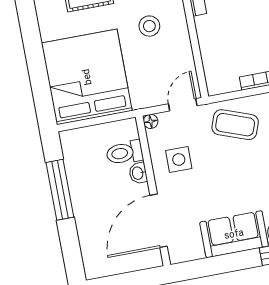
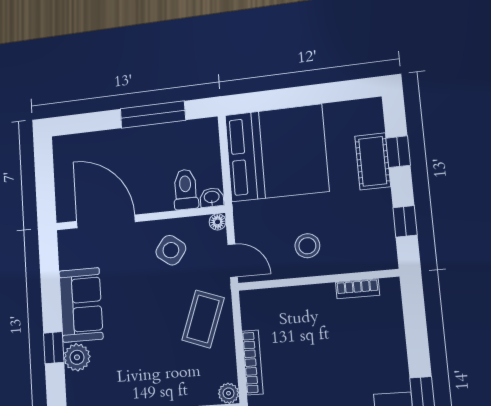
stool: (149, 26) -> (307, 246), moved
side table: (179, 159) -> (171, 250), turned 37
washbasin: (138, 173) -> (212, 197), moved

